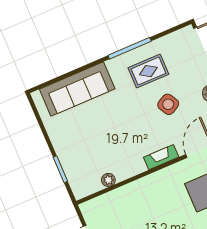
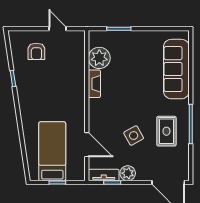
fireplace: (161, 157) -> (94, 84), moved
plant: (108, 180) -> (99, 58), width x1.88, depth x1.88

